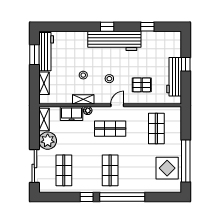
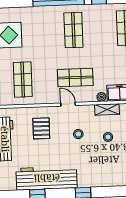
workbench: (114, 41) -> (47, 178), moved
pallet: (142, 85) -> (41, 128), turned 90
door: (117, 105) -> (68, 104), swing flipped

